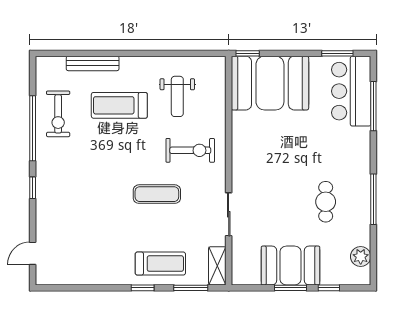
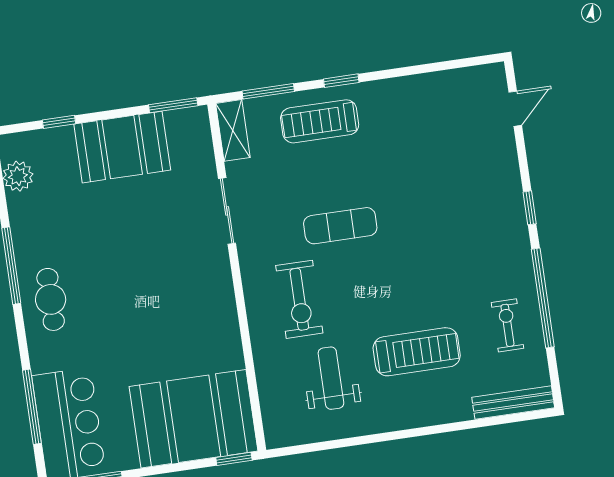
bench: (93, 63) -> (513, 403), moved
exercise bike: (58, 114) -> (507, 325), width x0.73, depth x0.72
exercise bike: (190, 150) -> (299, 299), turned -90
cafe table: (326, 202) -> (51, 299), moved
window: (291, 288) -> (173, 105), moved

